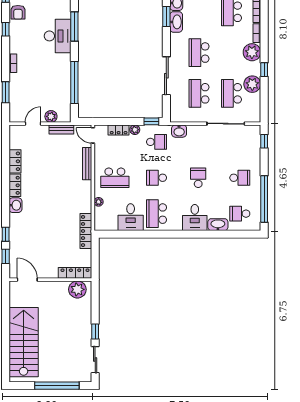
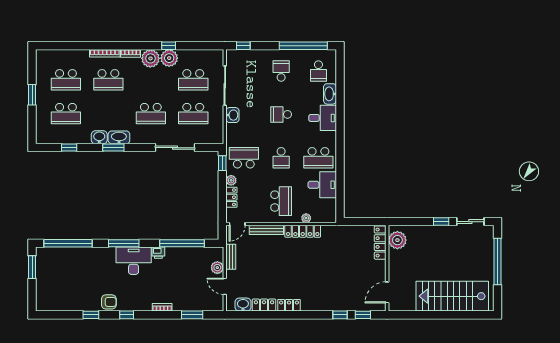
printer: (65, 60) -> (158, 253), added
plant: (252, 84) -> (169, 58), moved
washbasin: (179, 131) -> (232, 115), moved
school desk: (157, 142) -> (244, 158), width x1.85
washbasin: (15, 205) -> (243, 305), moved
locker: (86, 231) -> (303, 231), moved

